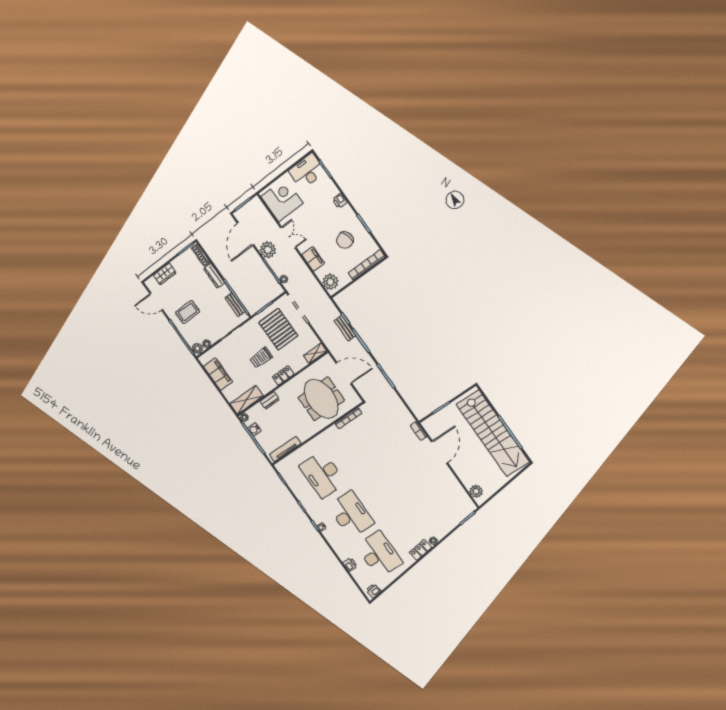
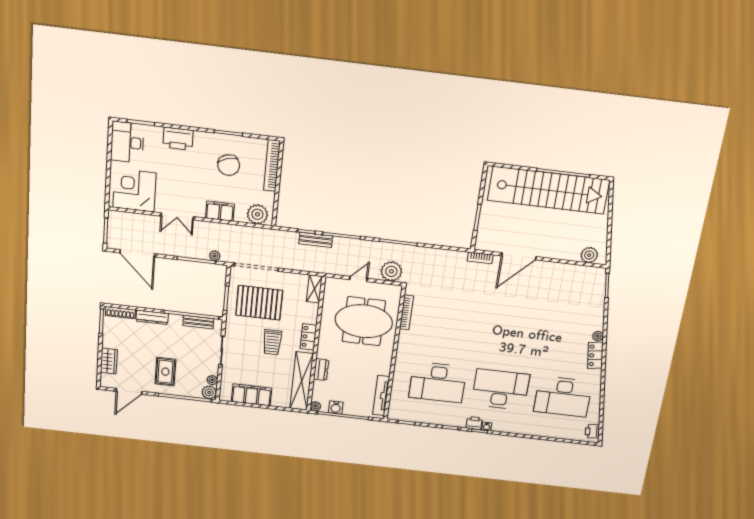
printer: (340, 201) -> (178, 139), width x1.87, depth x1.48
double door: (288, 237) -> (177, 216), swing flipped
plant: (268, 250) -> (391, 271), moved
door: (344, 373) -> (358, 279), width x0.53
shelving: (247, 400) -> (302, 381), width x1.47
door: (439, 452) -> (519, 256), swing flipped
desk: (379, 554) -> (563, 397), turned 180
printer: (350, 565) -> (474, 423), moved

